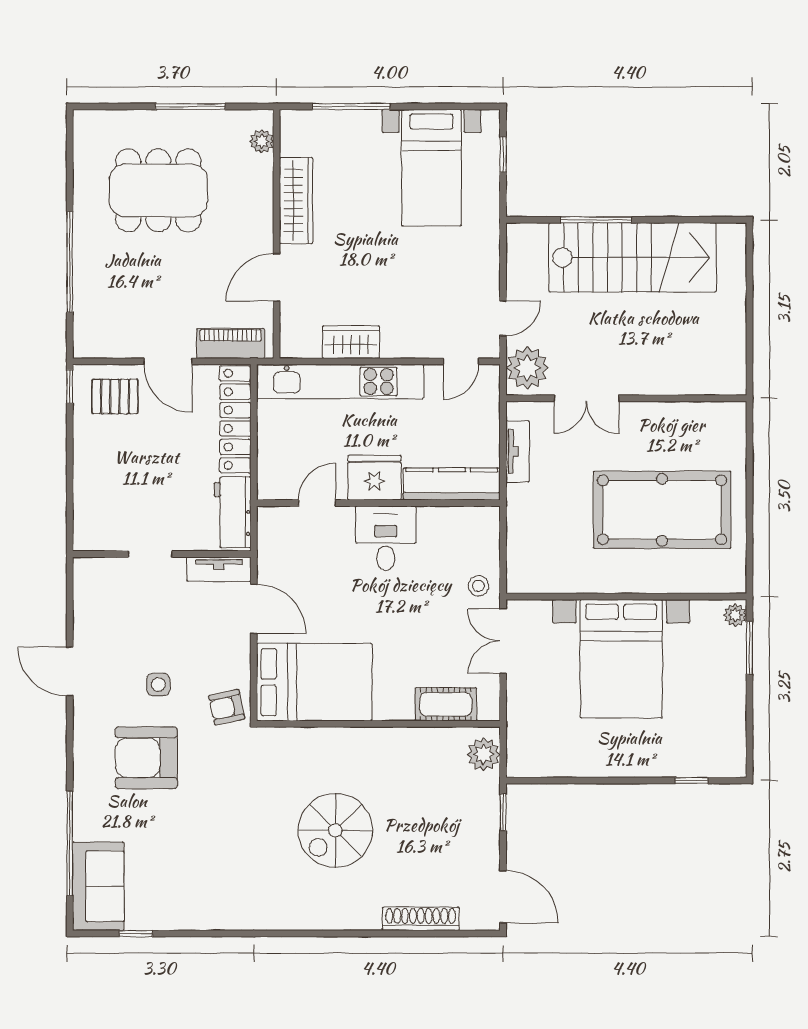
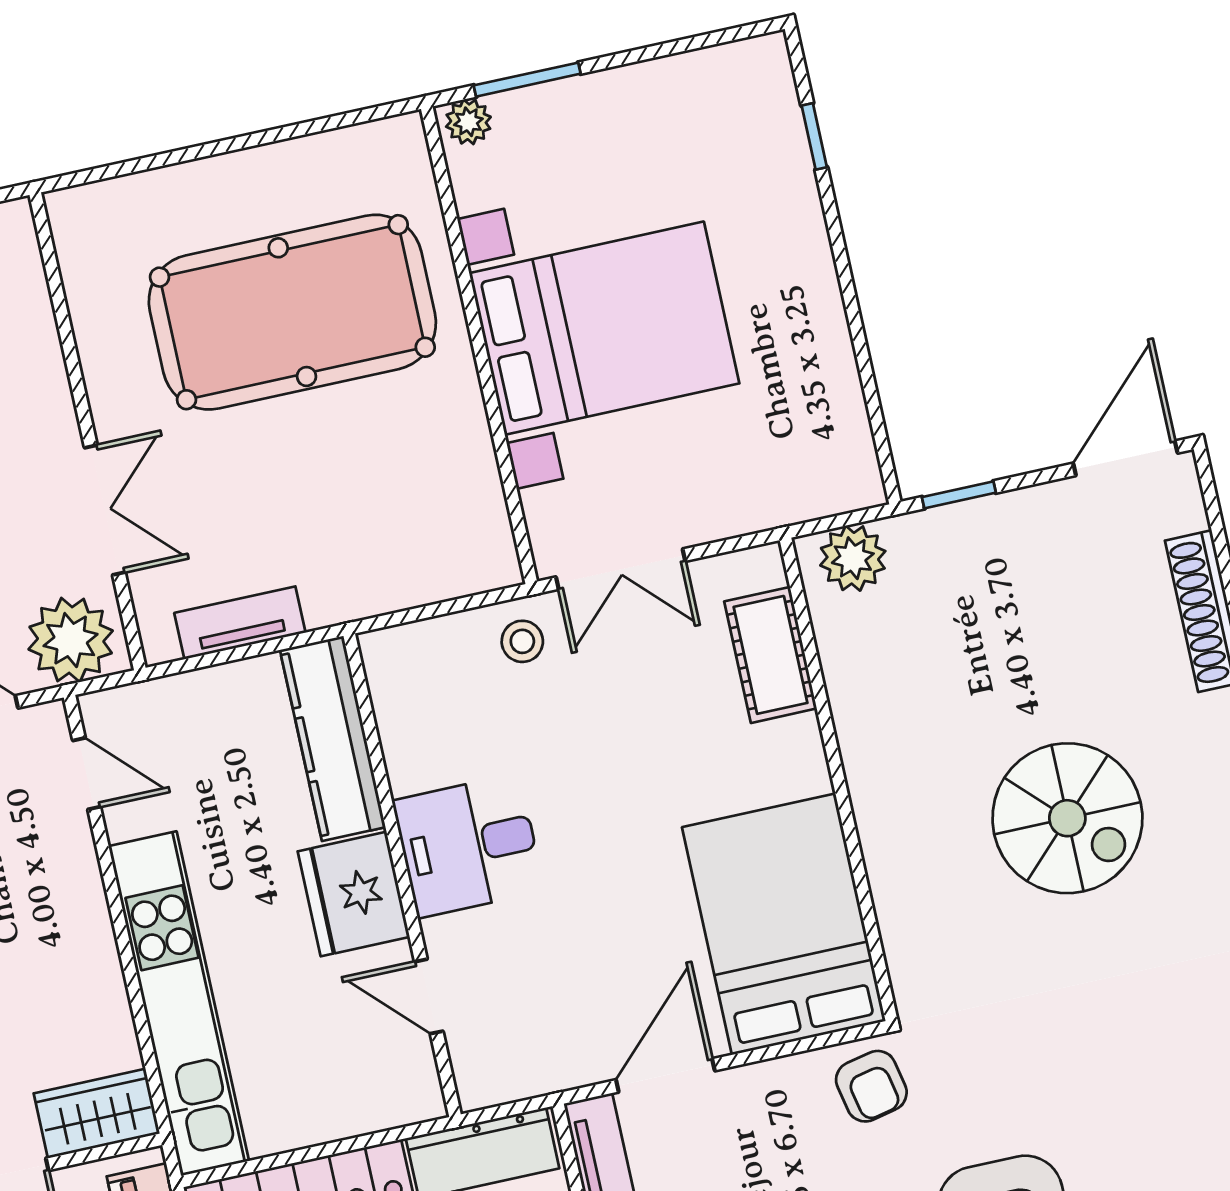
wardrobe: (351, 342) -> (97, 1114), moved, turned 90
pool table: (662, 510) -> (292, 312), turned 90

